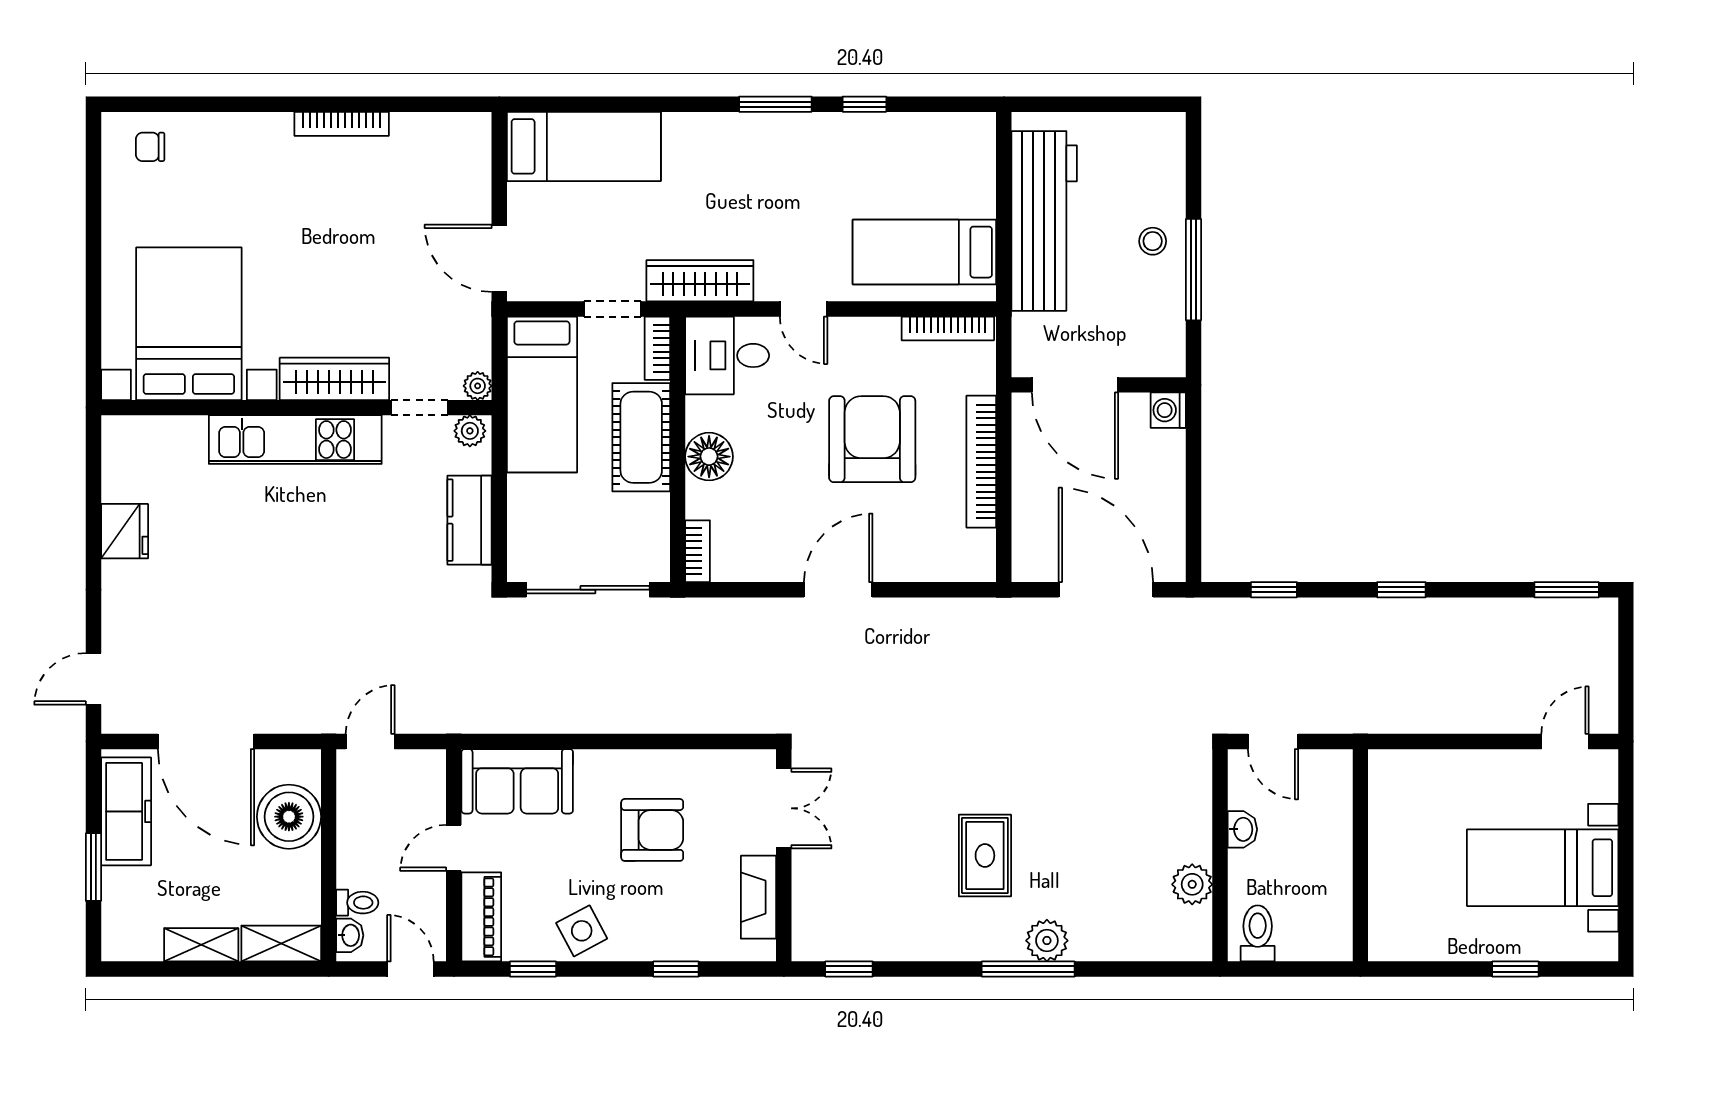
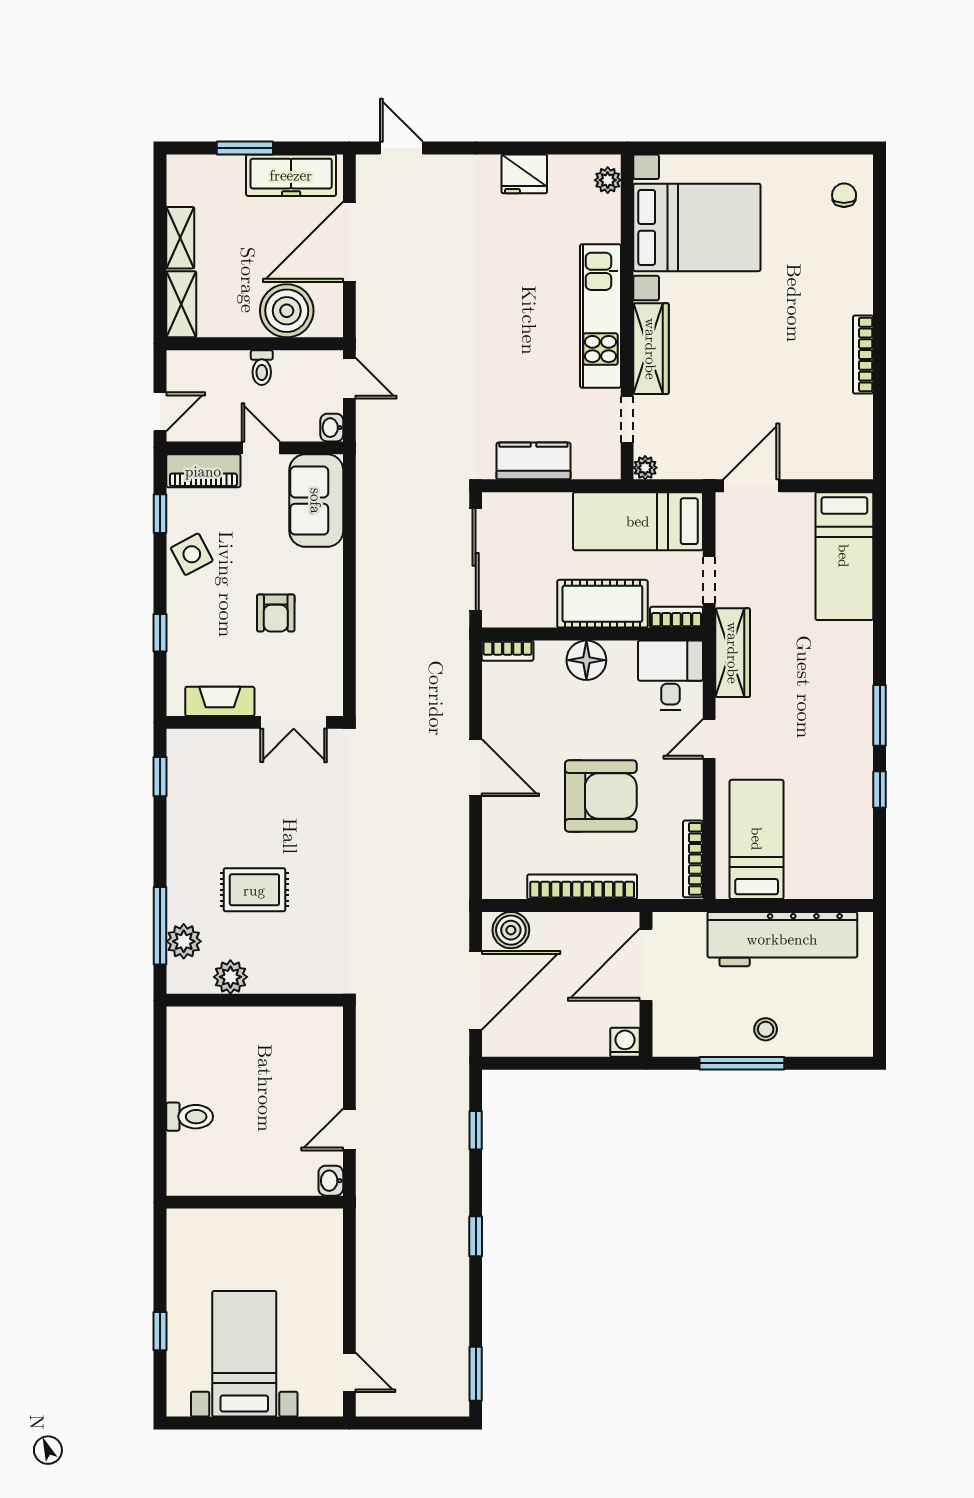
plant: (470, 431) -> (608, 180), moved
boiler: (1033, 547) -> (511, 930), added
washbasin: (1242, 829) -> (331, 1181), moved, turned 90
armchair: (652, 830) -> (276, 613), width x0.72, depth x0.72
wall: (1220, 855) -> (255, 1000), moved
plant: (1192, 884) -> (230, 977), moved
toilet: (357, 903) -> (262, 368), moved
washbasin: (350, 935) -> (332, 428), moved, turned 90

